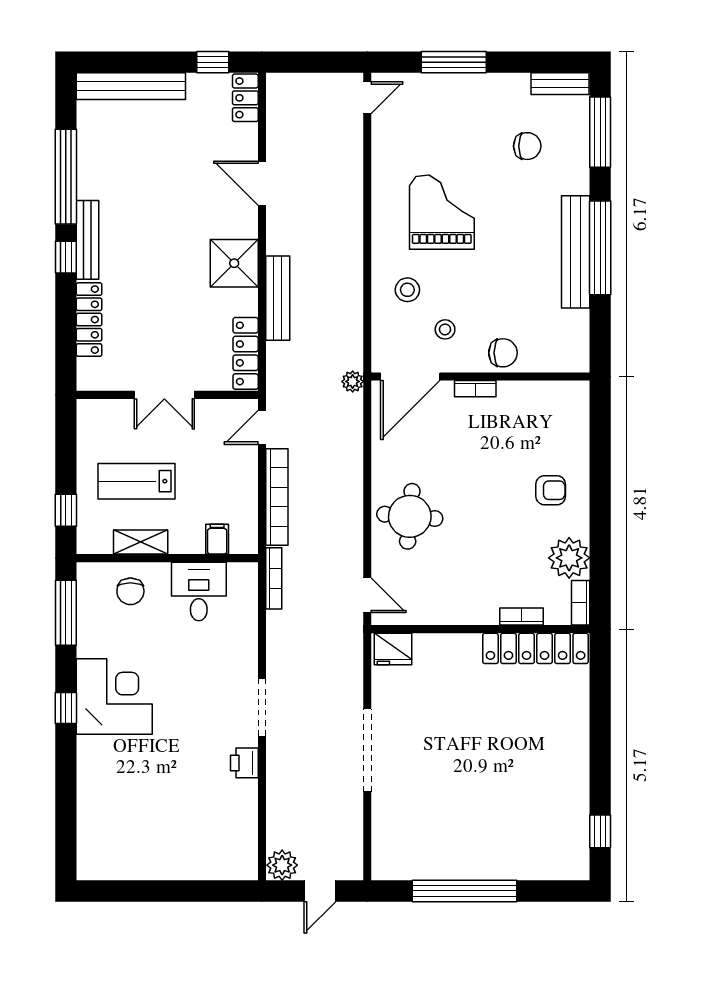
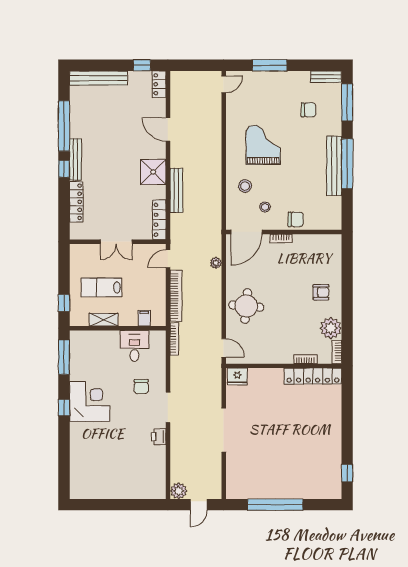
plant: (353, 382) -> (216, 263), moved
chair: (130, 591) -> (141, 387), moved

